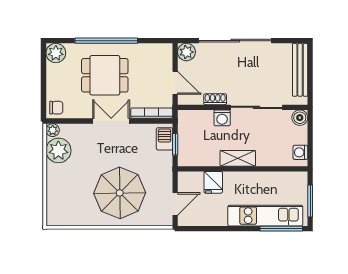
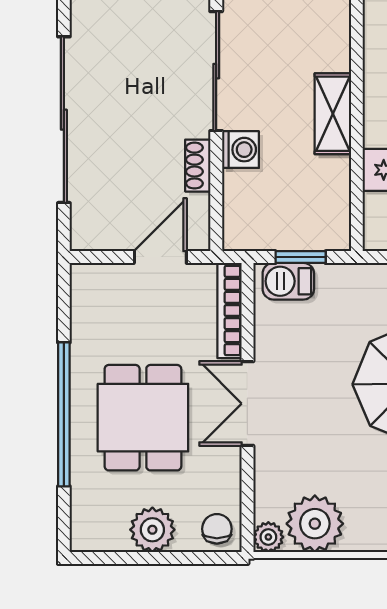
plant: (186, 52) -> (90, 231), removed
plant: (56, 53) -> (152, 530), moved

